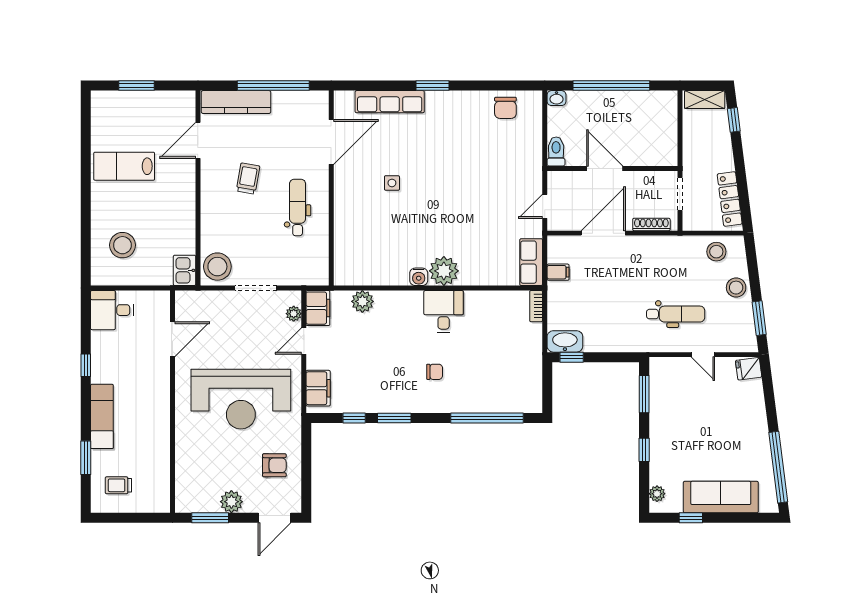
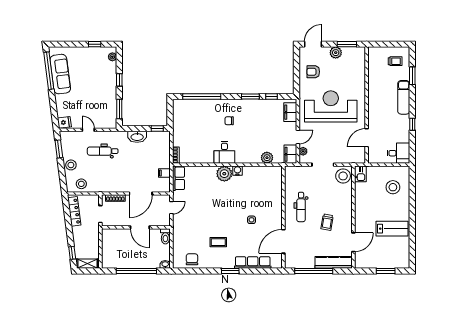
coffee table: (455, 141) -> (218, 242), added
washbasin: (565, 341) -> (137, 137), moved
sofa: (721, 497) -> (60, 74), moved, turned -97

